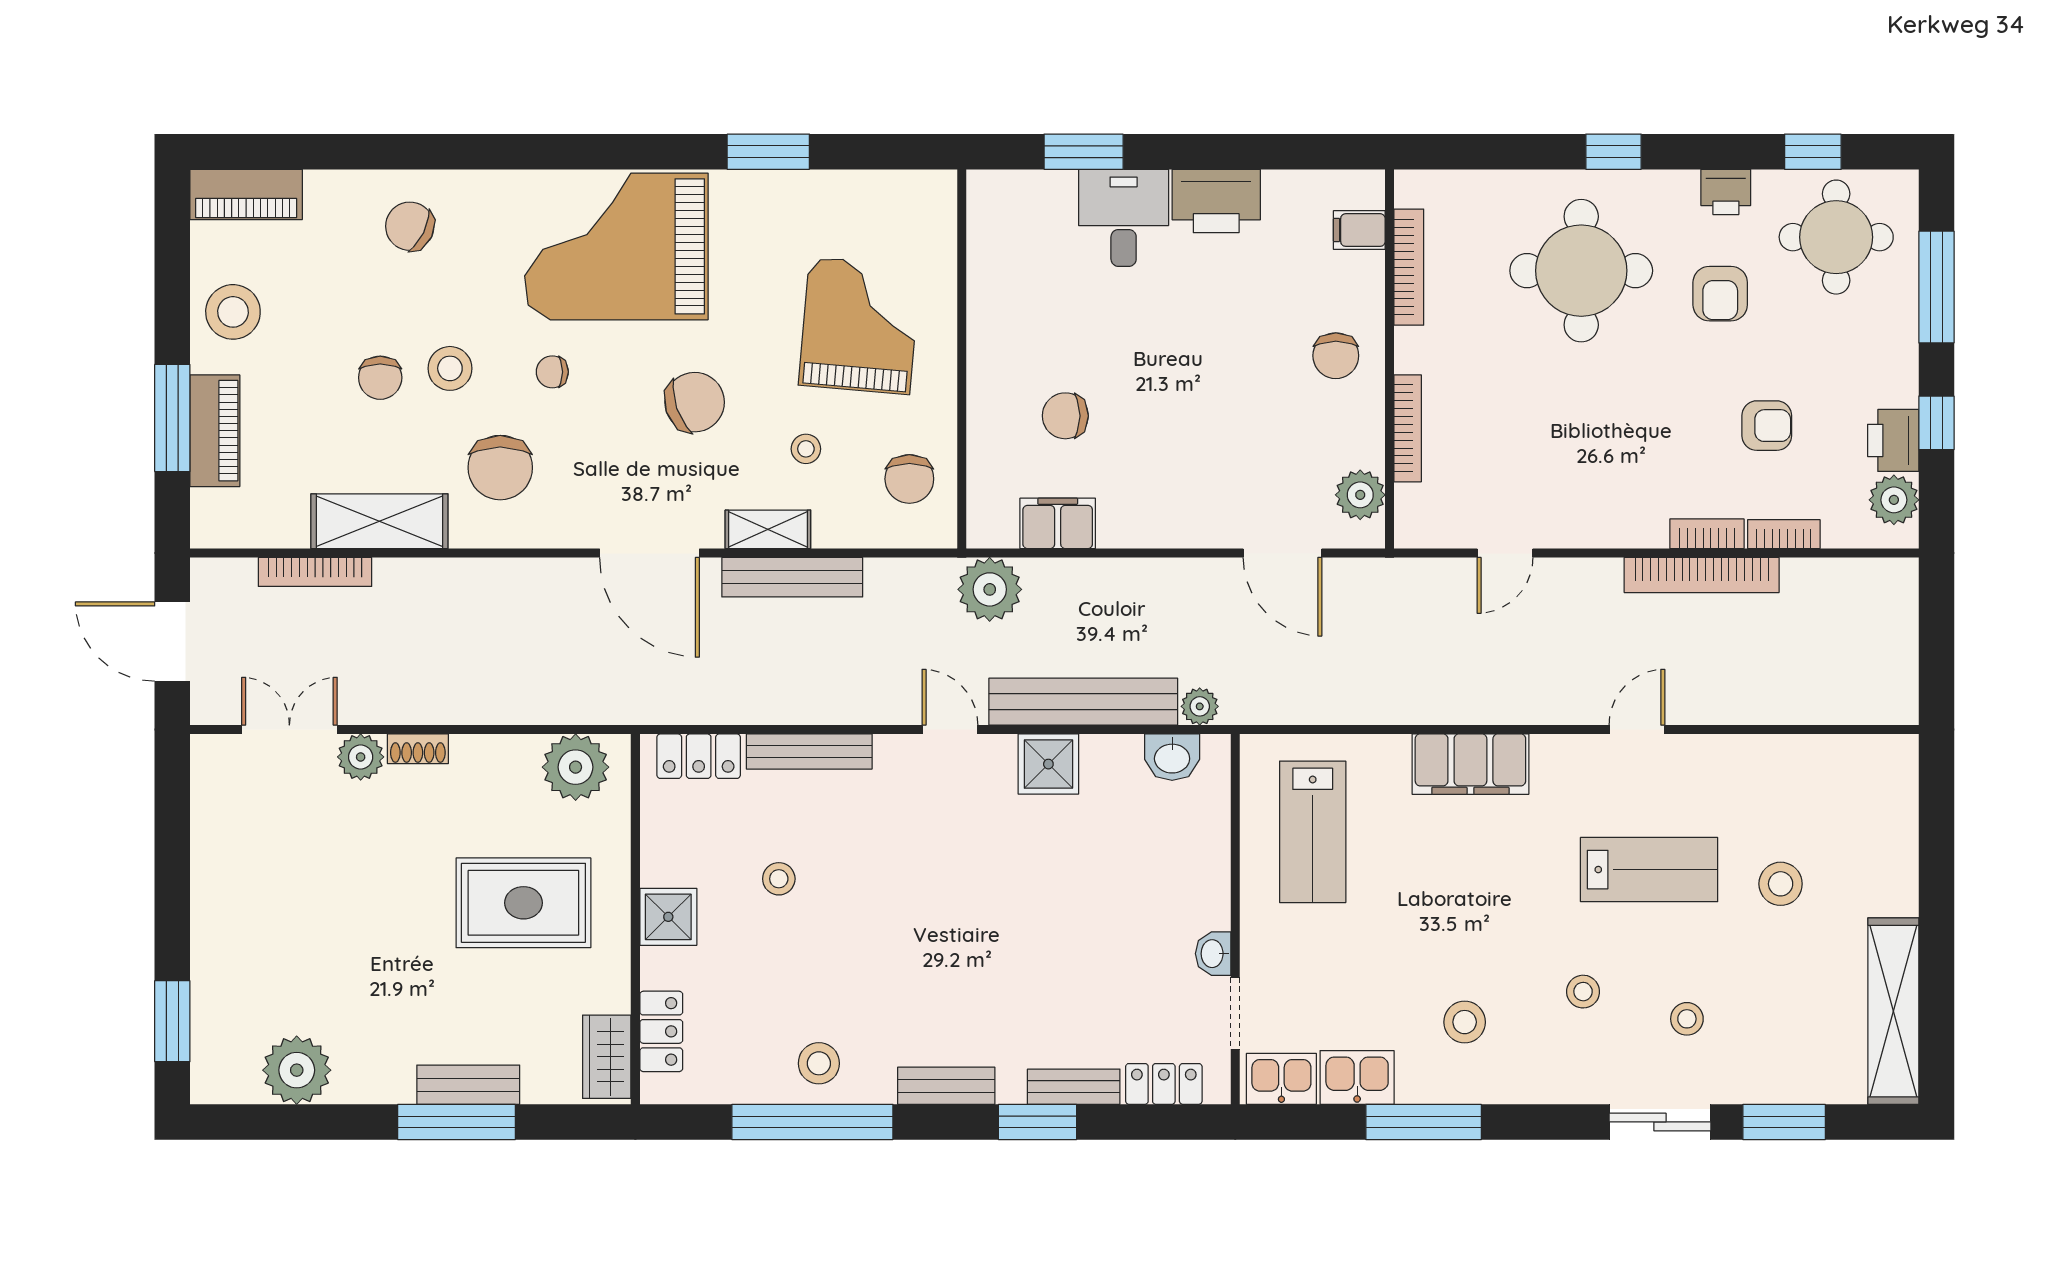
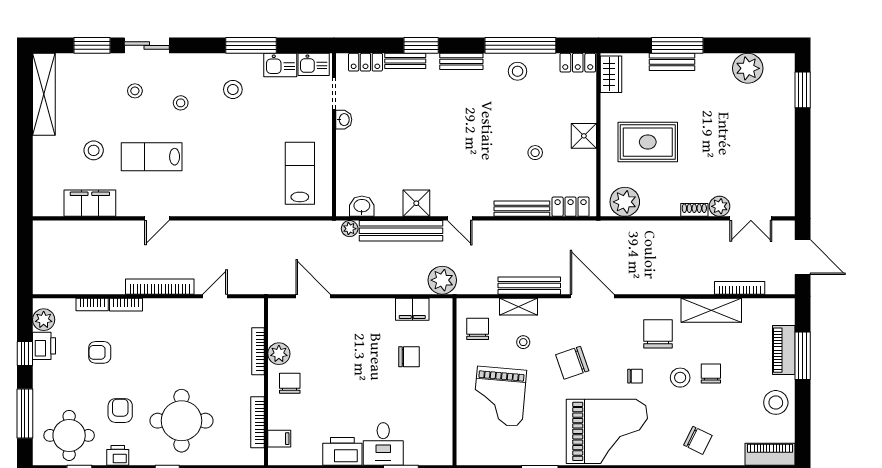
plant: (1360, 495) -> (279, 354), moved
shelving: (768, 529) -> (519, 307), moved
bookcase: (1702, 575) -> (160, 287), moved
filing cabinet: (1470, 764) -> (90, 203), moved
locker: (661, 1031) -> (578, 63), moved, turned -90

